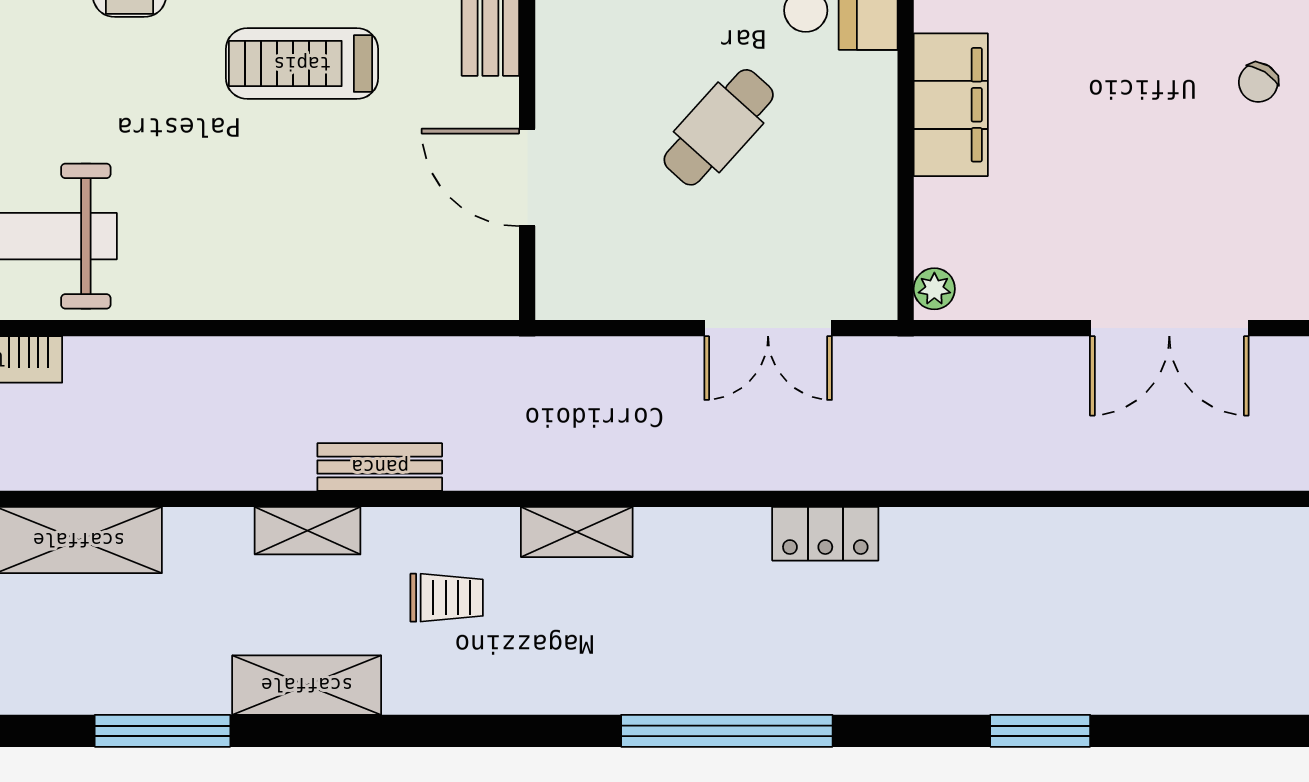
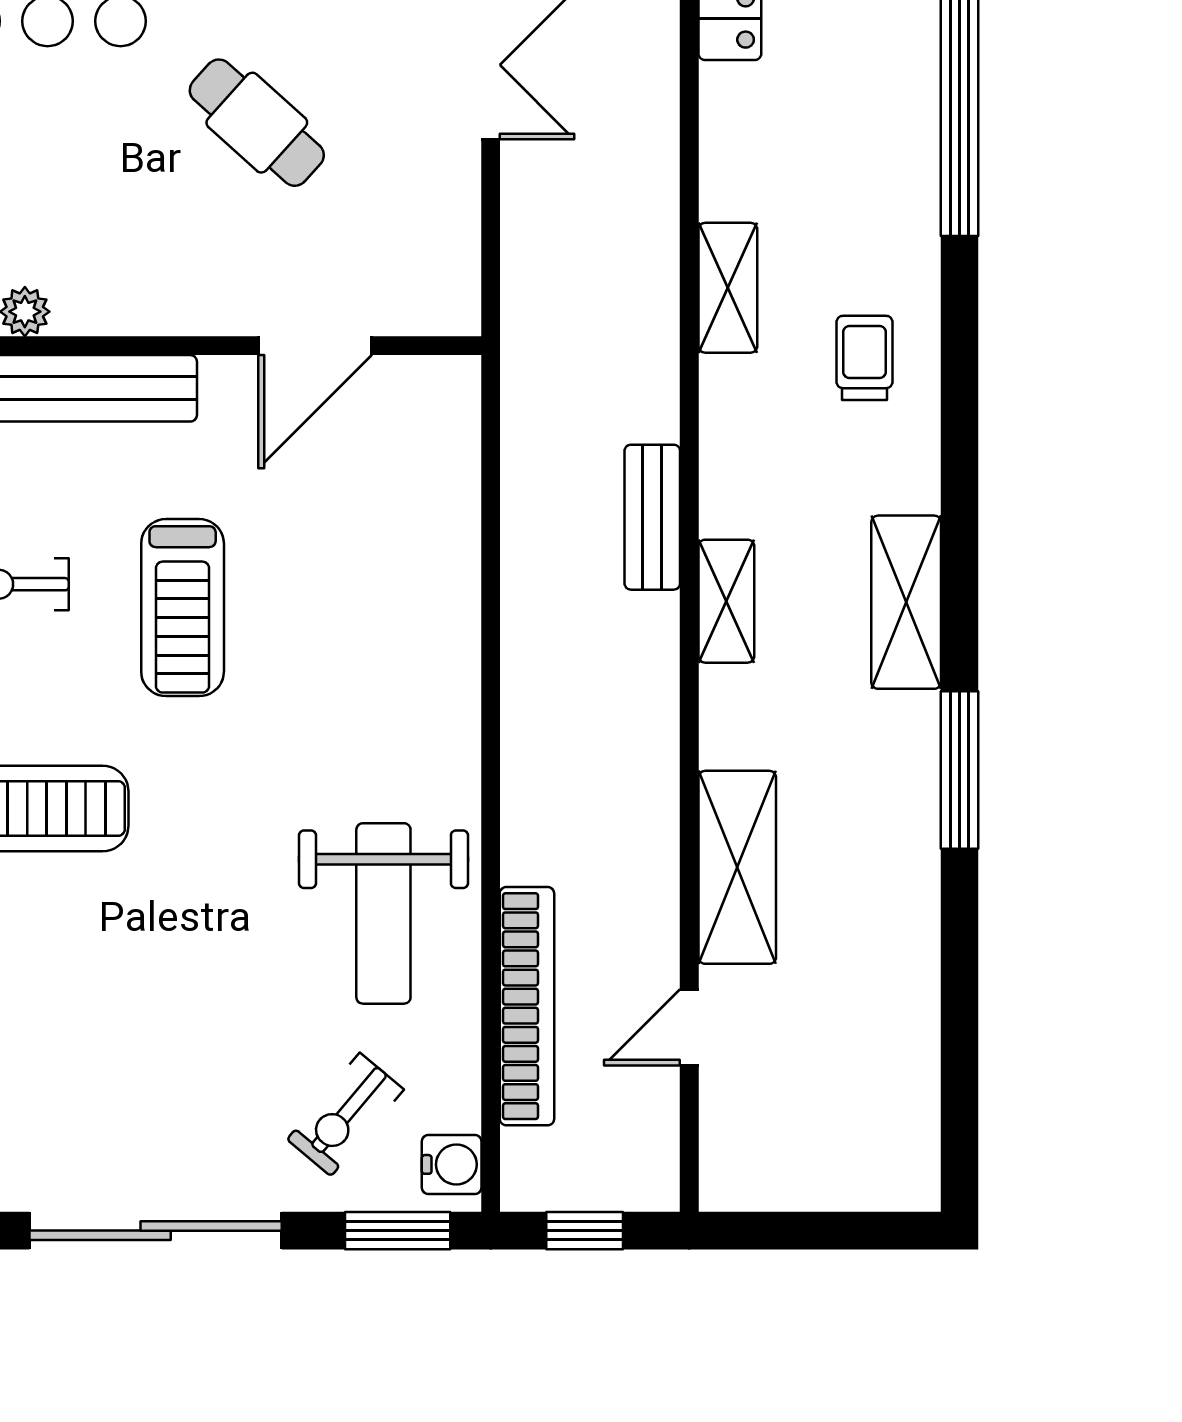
trolley: (447, 598) -> (865, 358), moved

